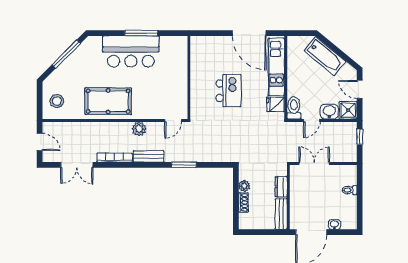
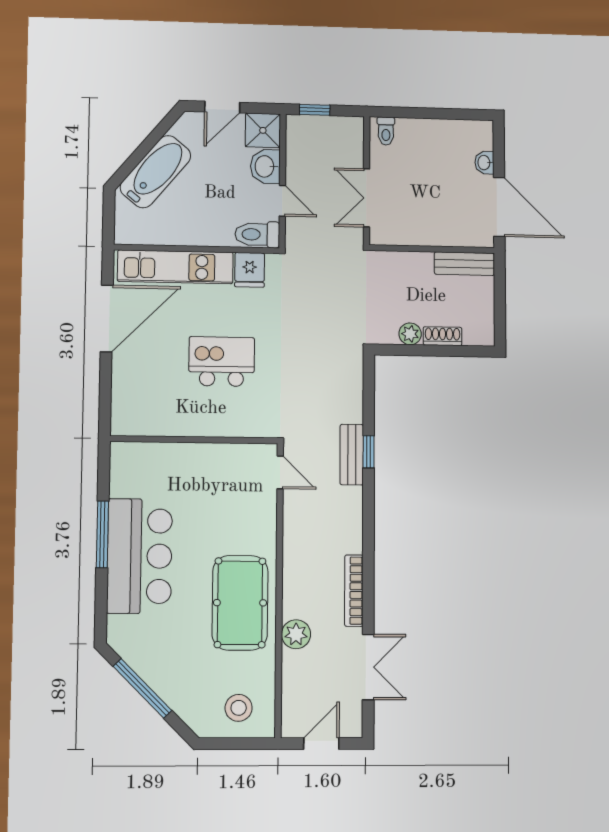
plant: (139, 129) -> (296, 634), moved
bench: (149, 156) -> (352, 455), moved
window: (184, 165) -> (369, 452), width x0.67
dresser: (281, 187) -> (412, 263), removed
toilet: (350, 190) -> (386, 131), moved

